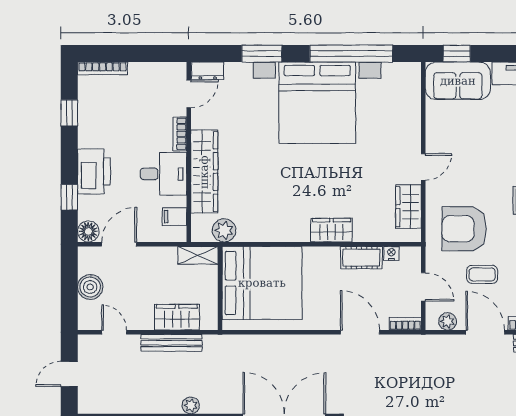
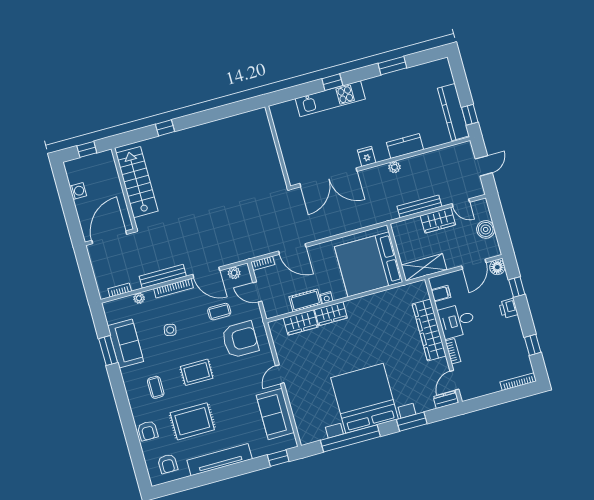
sofa: (458, 81) -> (275, 414), moved, turned -90
printer: (94, 171) -> (508, 308), width x0.53, depth x0.68
wardrobe: (408, 207) -> (301, 322), moved, turned 90
plant: (224, 230) -> (404, 293), removed
nightstand: (391, 253) -> (327, 298), moved
shelving: (198, 255) -> (424, 267), width x1.50, depth x1.33
wardrobe: (177, 317) -> (438, 220), moved

